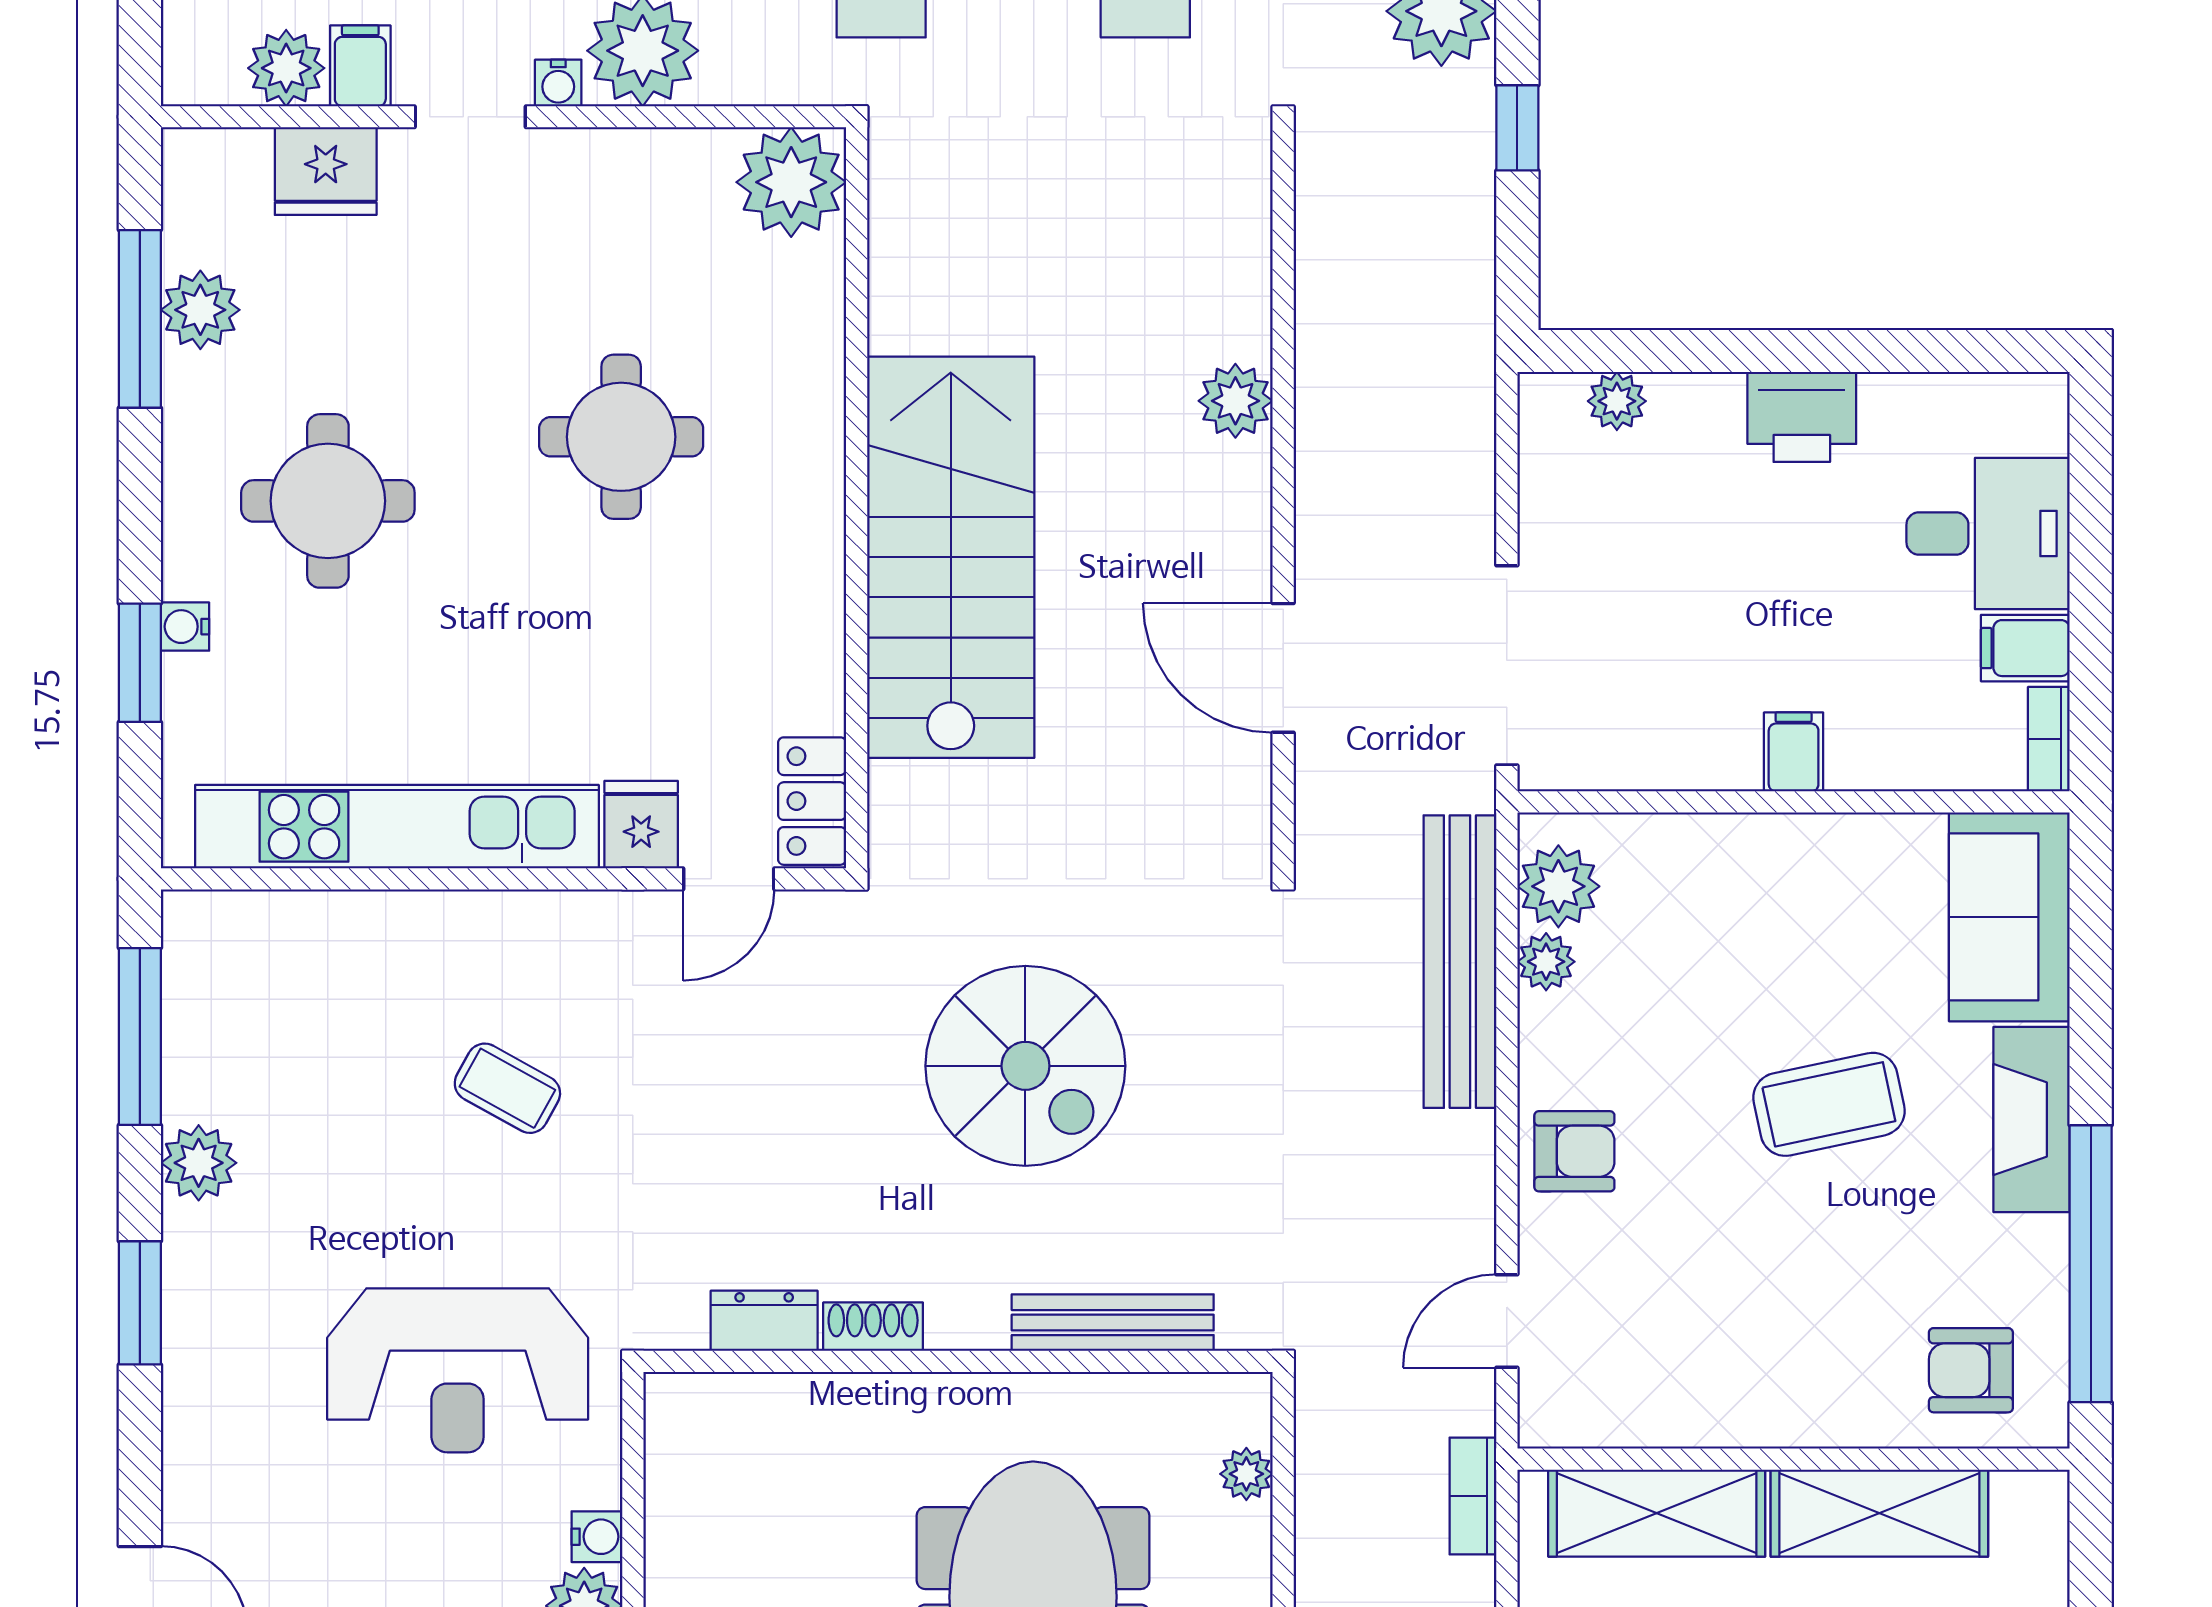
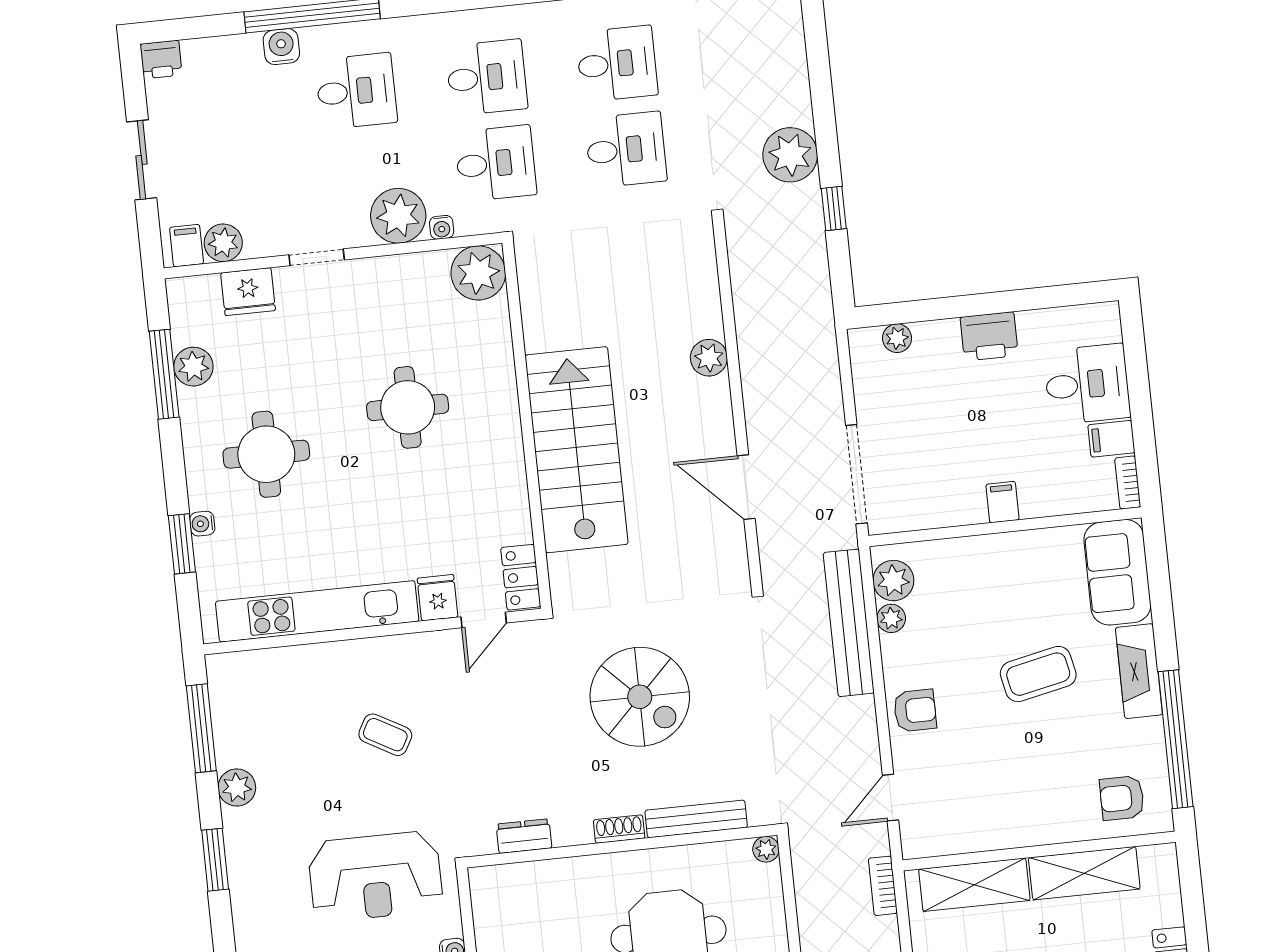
filing cabinet: (360, 66) -> (187, 246), moved
water cooler: (558, 83) -> (442, 227), moved
shoe rack: (873, 1327) -> (619, 829), moved
plant: (1246, 1474) -> (766, 849), moved

